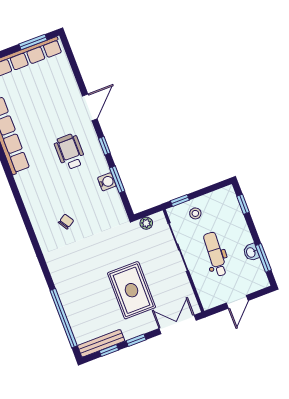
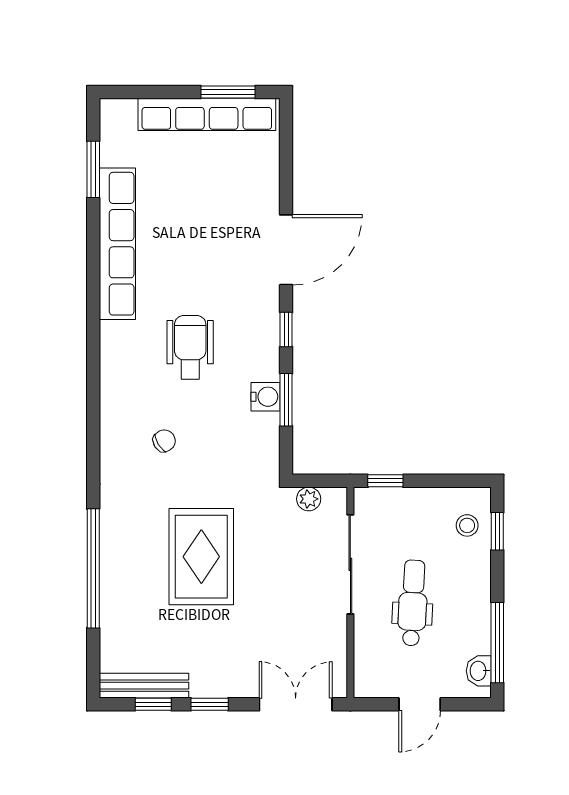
door: (90, 107) -> (286, 250), width x1.36
wheelchair: (70, 152) -> (190, 347), moved
stool: (195, 213) -> (467, 525), moved
washbasin: (251, 252) -> (479, 671), moved
window: (263, 258) -> (497, 643), width x1.44
rug: (131, 290) -> (201, 557), moved
window: (64, 318) -> (93, 568), moved

